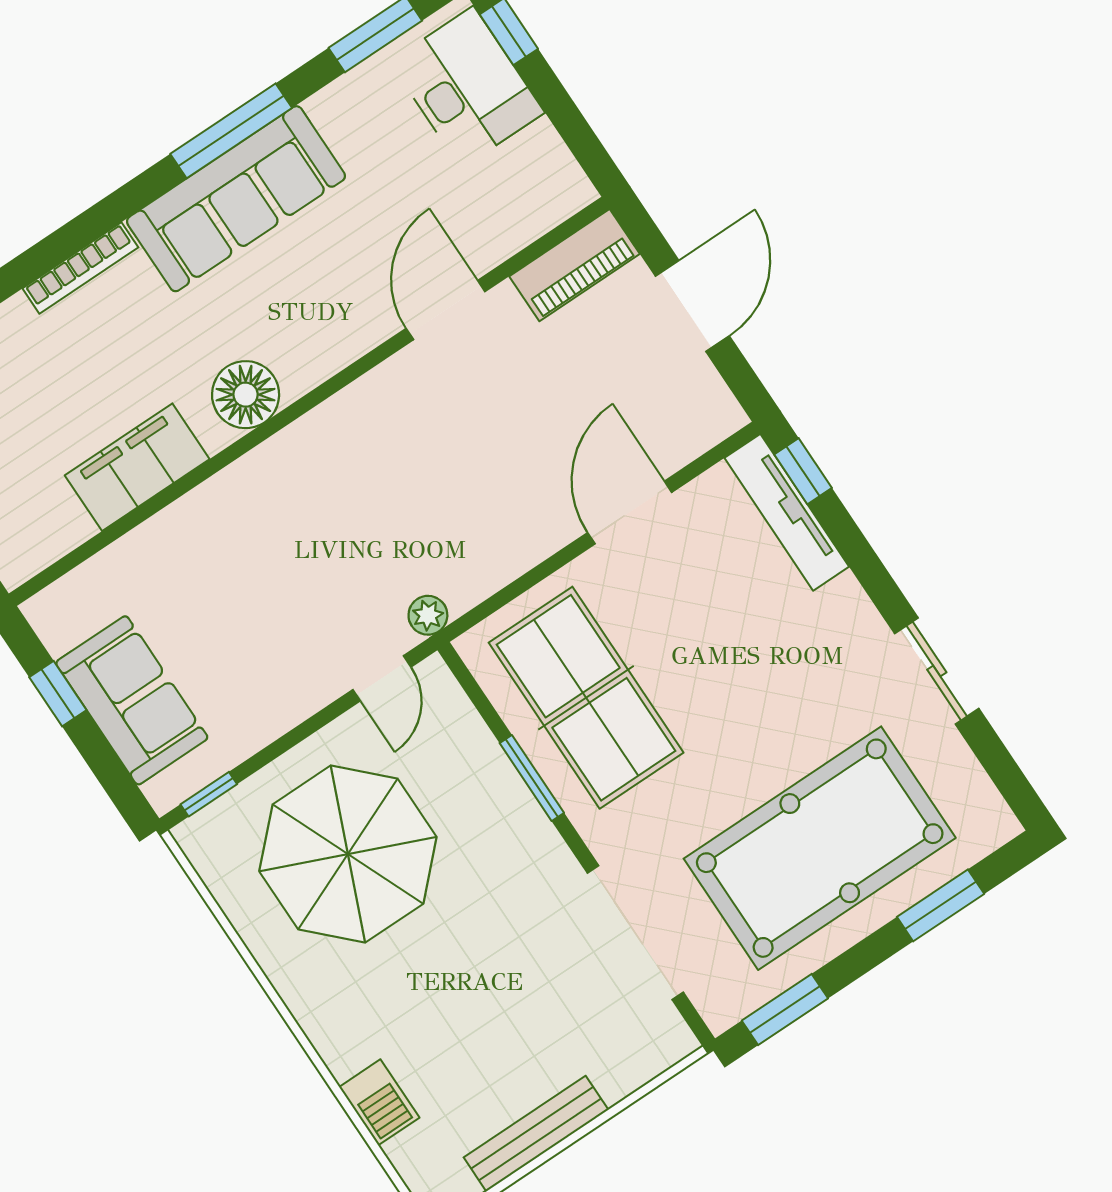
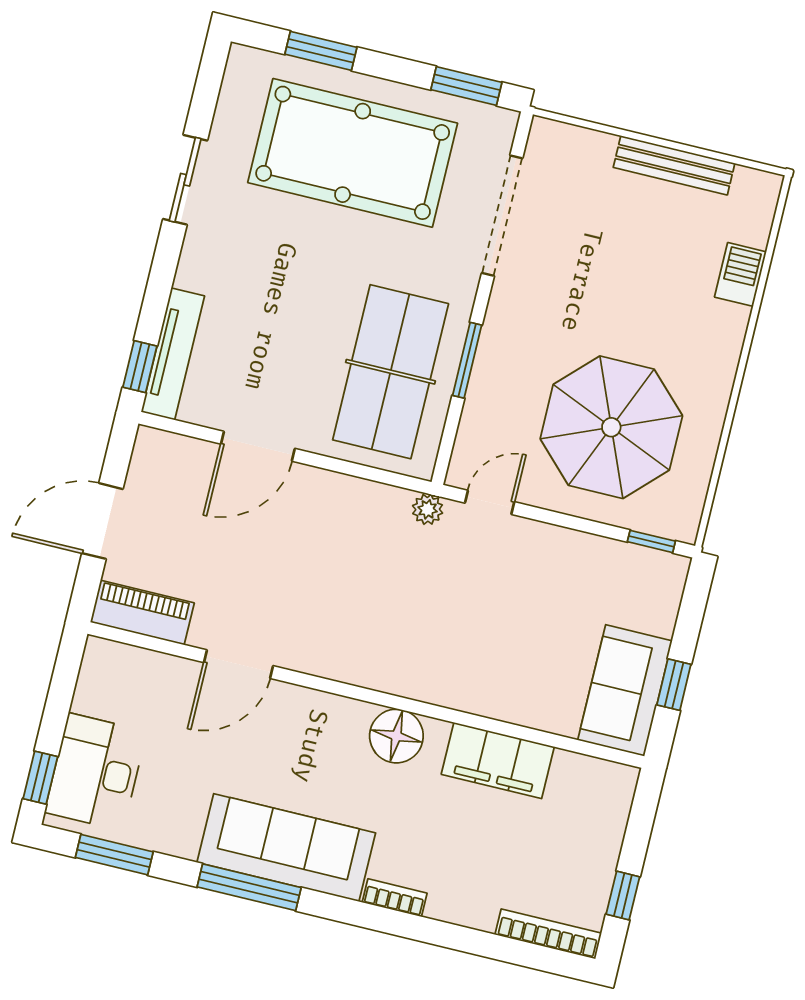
bookcase: (80, 268) -> (395, 898), width x0.64
sofa: (132, 700) -> (625, 690), moved

